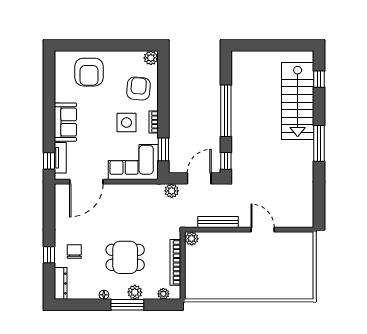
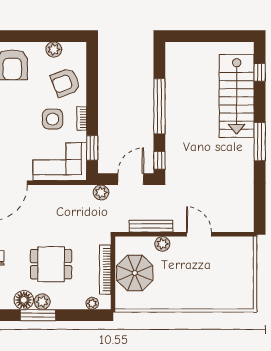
plant: (151, 58) -> (54, 49), moved
armchair: (138, 89) -> (65, 83), turned -116
plant: (192, 239) -> (162, 244), moved
parasol: (203, 266) -> (135, 273), added
plant: (135, 292) -> (42, 302), moved
floor lamp: (104, 295) -> (24, 300), width x1.89, depth x1.89
window: (127, 305) -> (38, 315), moved

